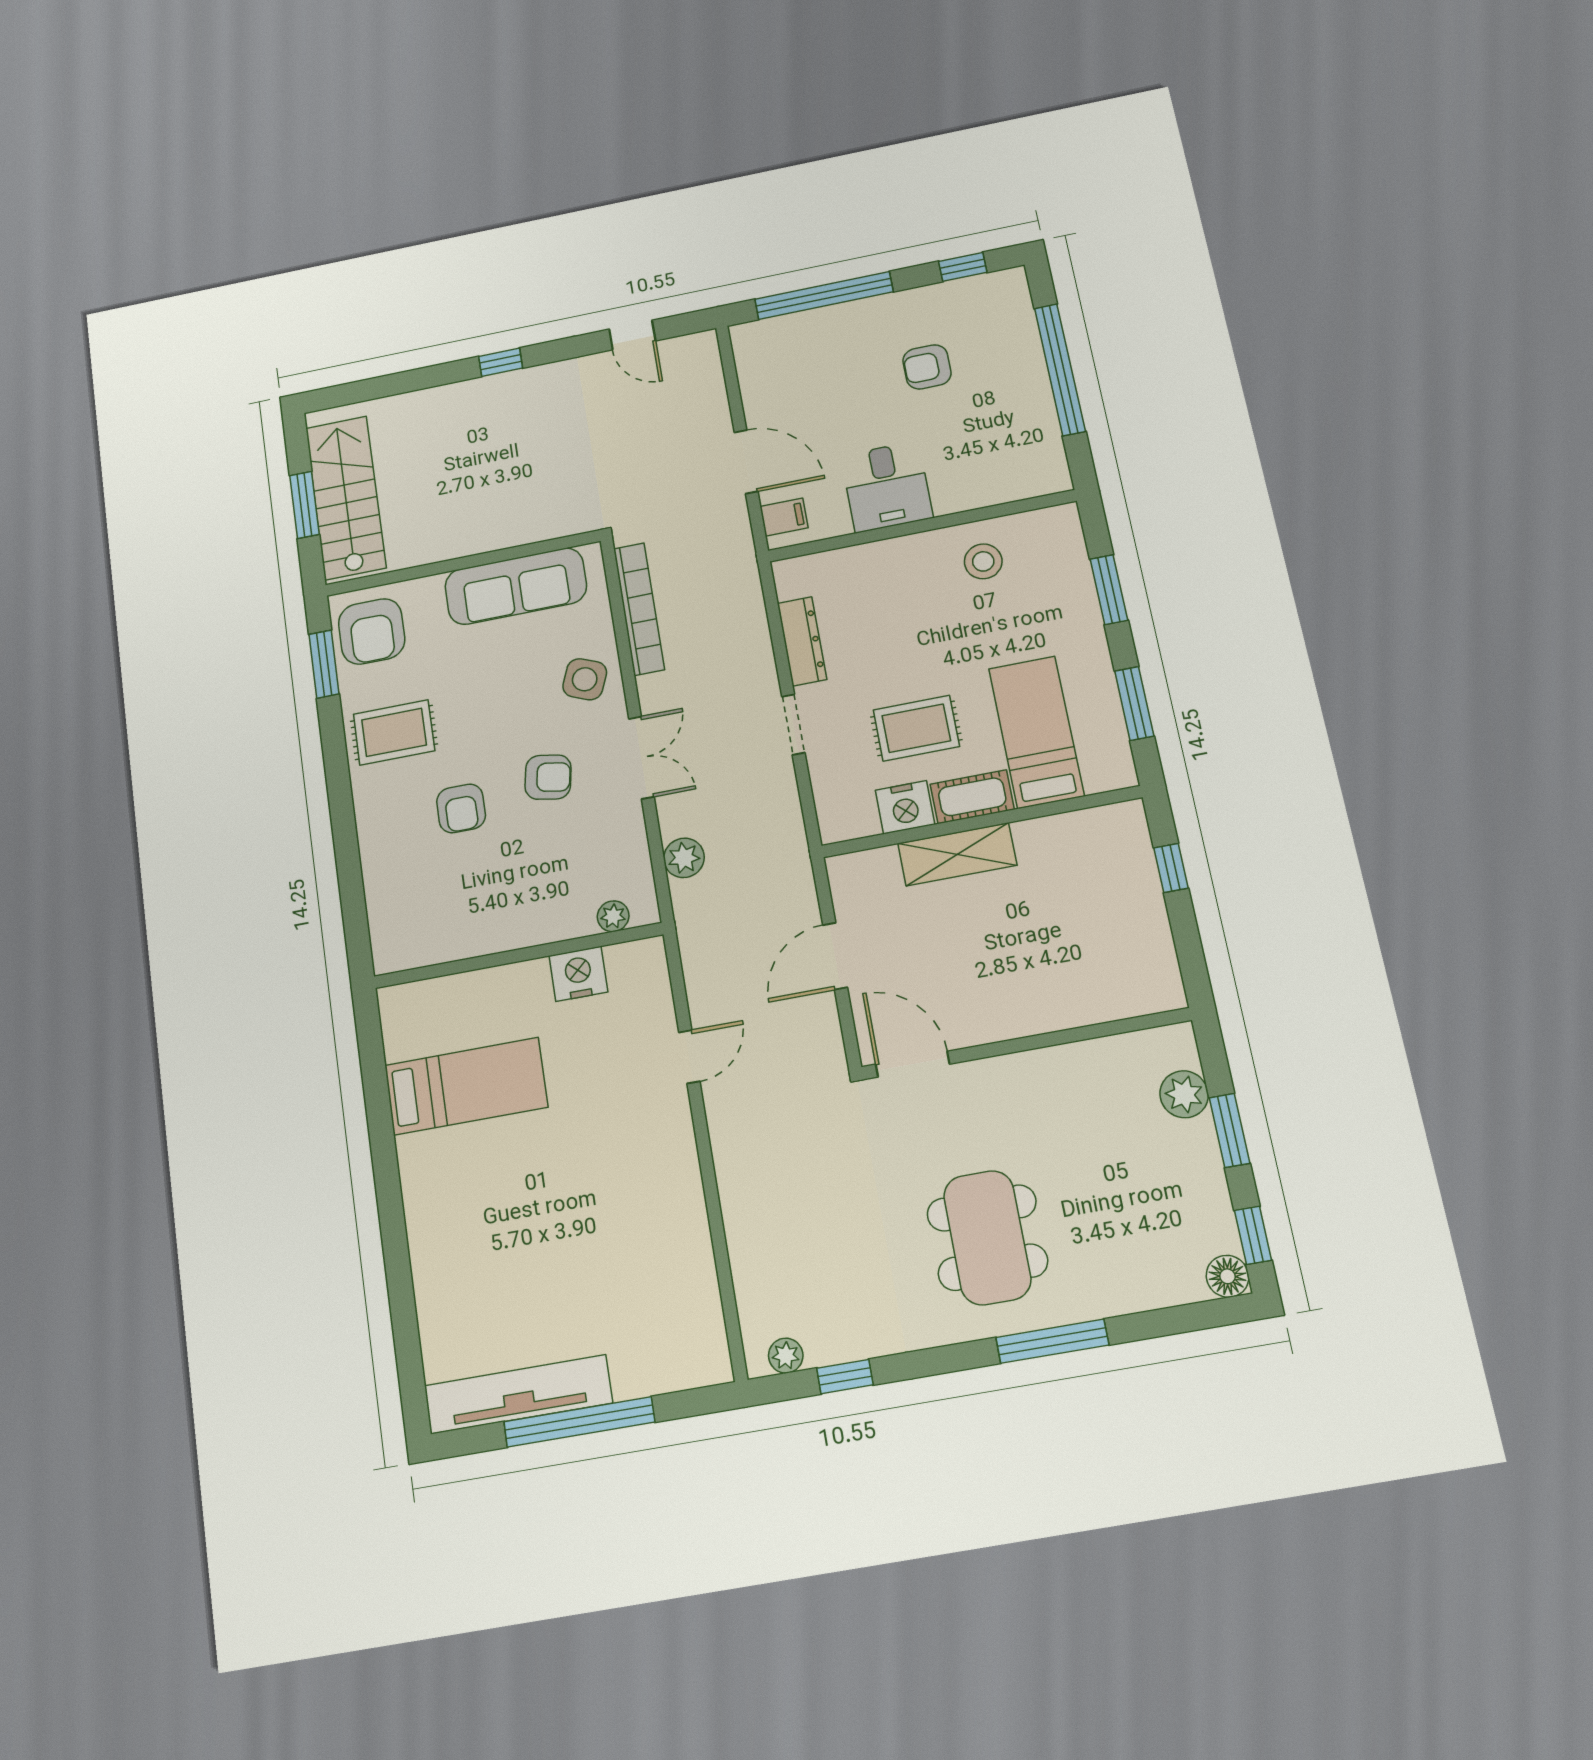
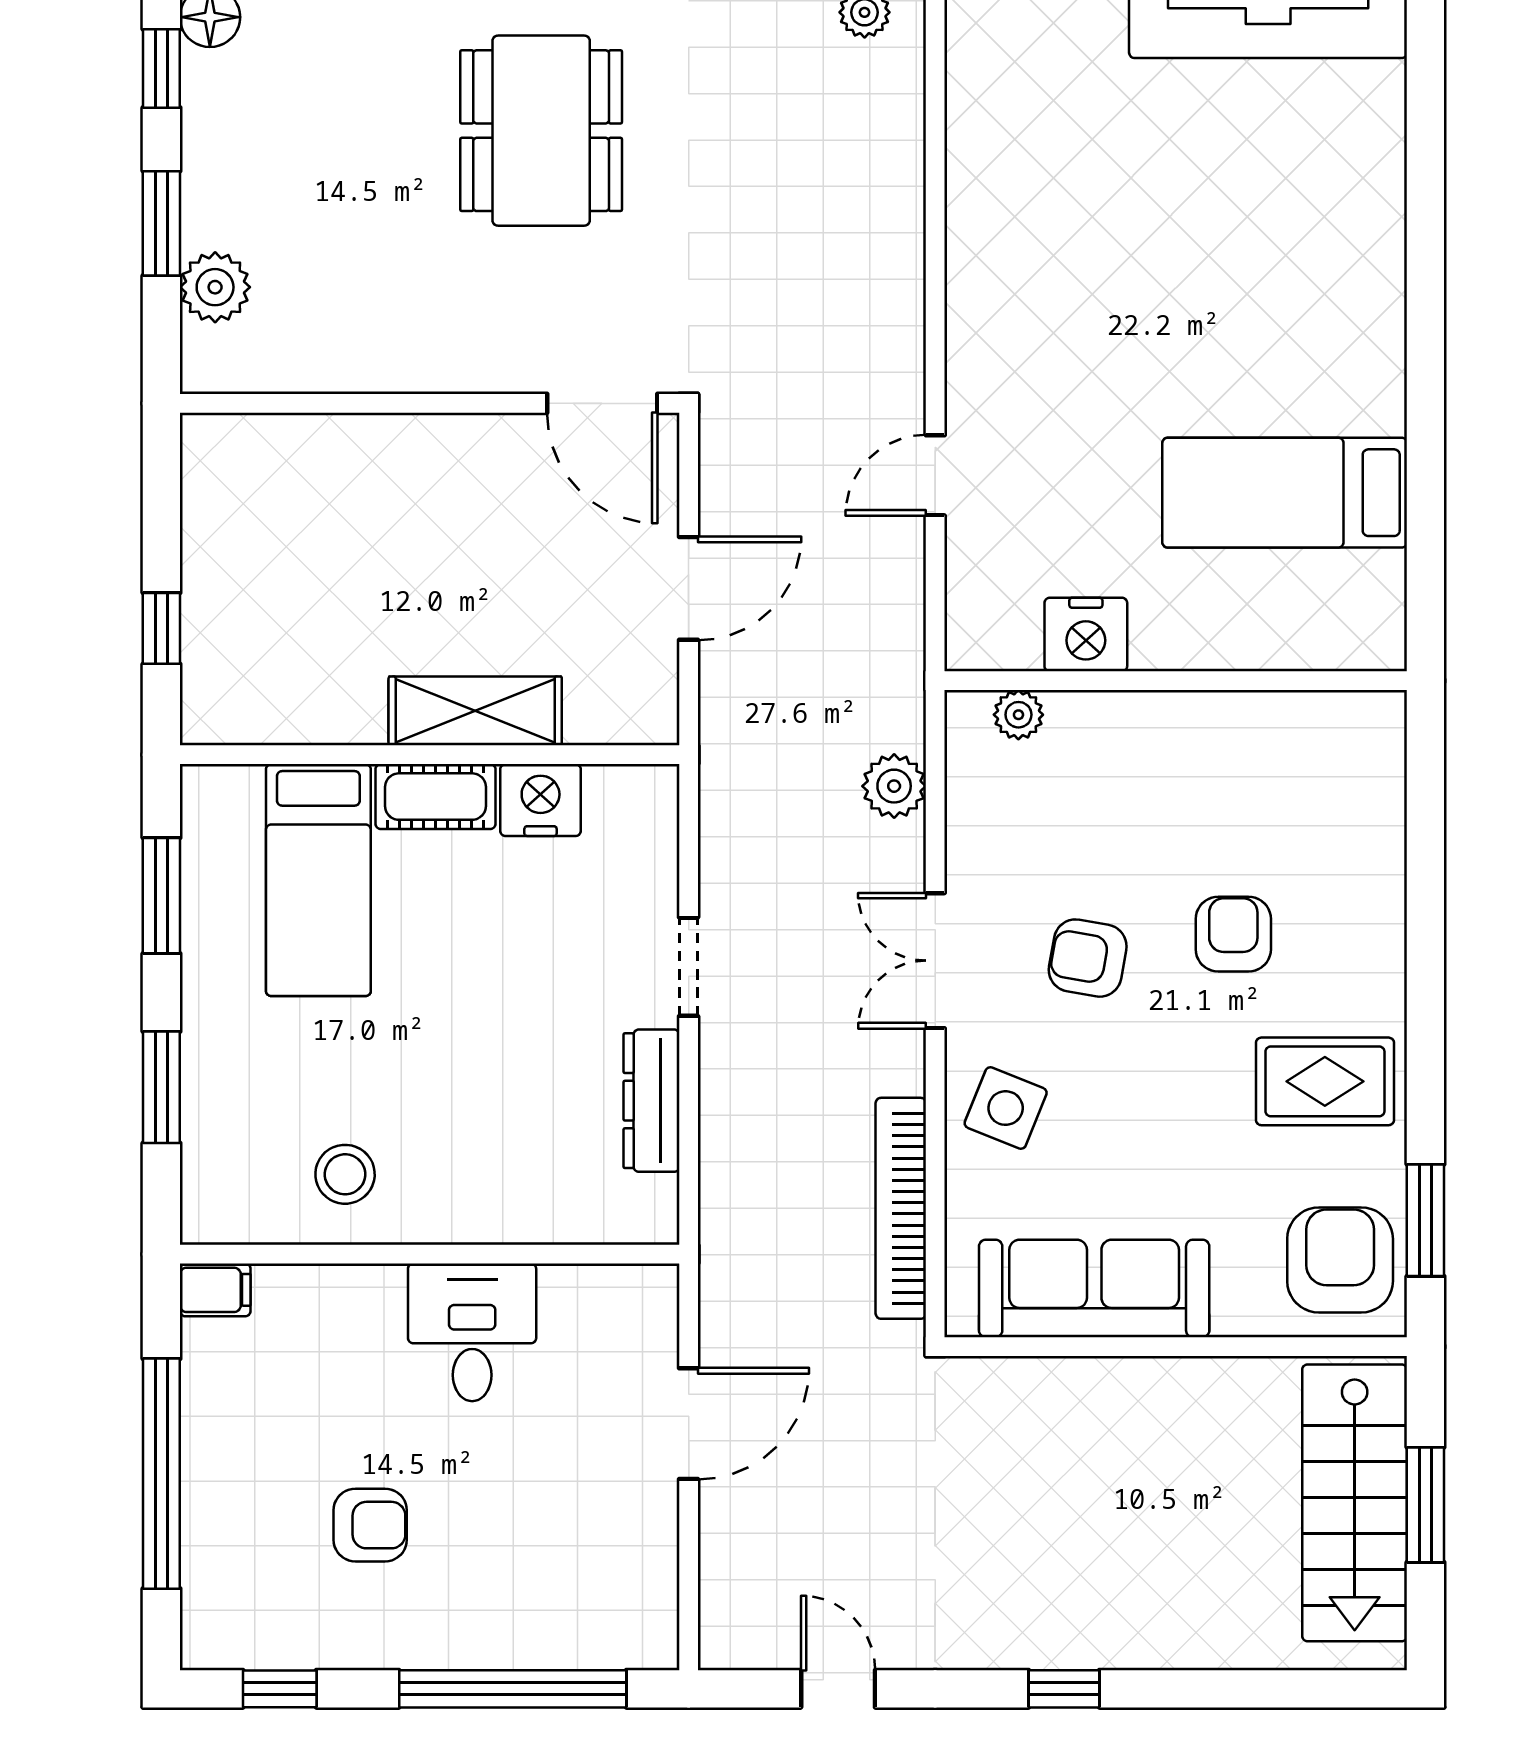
door: (746, 462) -> (689, 1424), swing flipped
filing cabinet: (784, 517) -> (215, 1290), moved, turned 180
rug: (916, 728) -> (500, 923), removed

